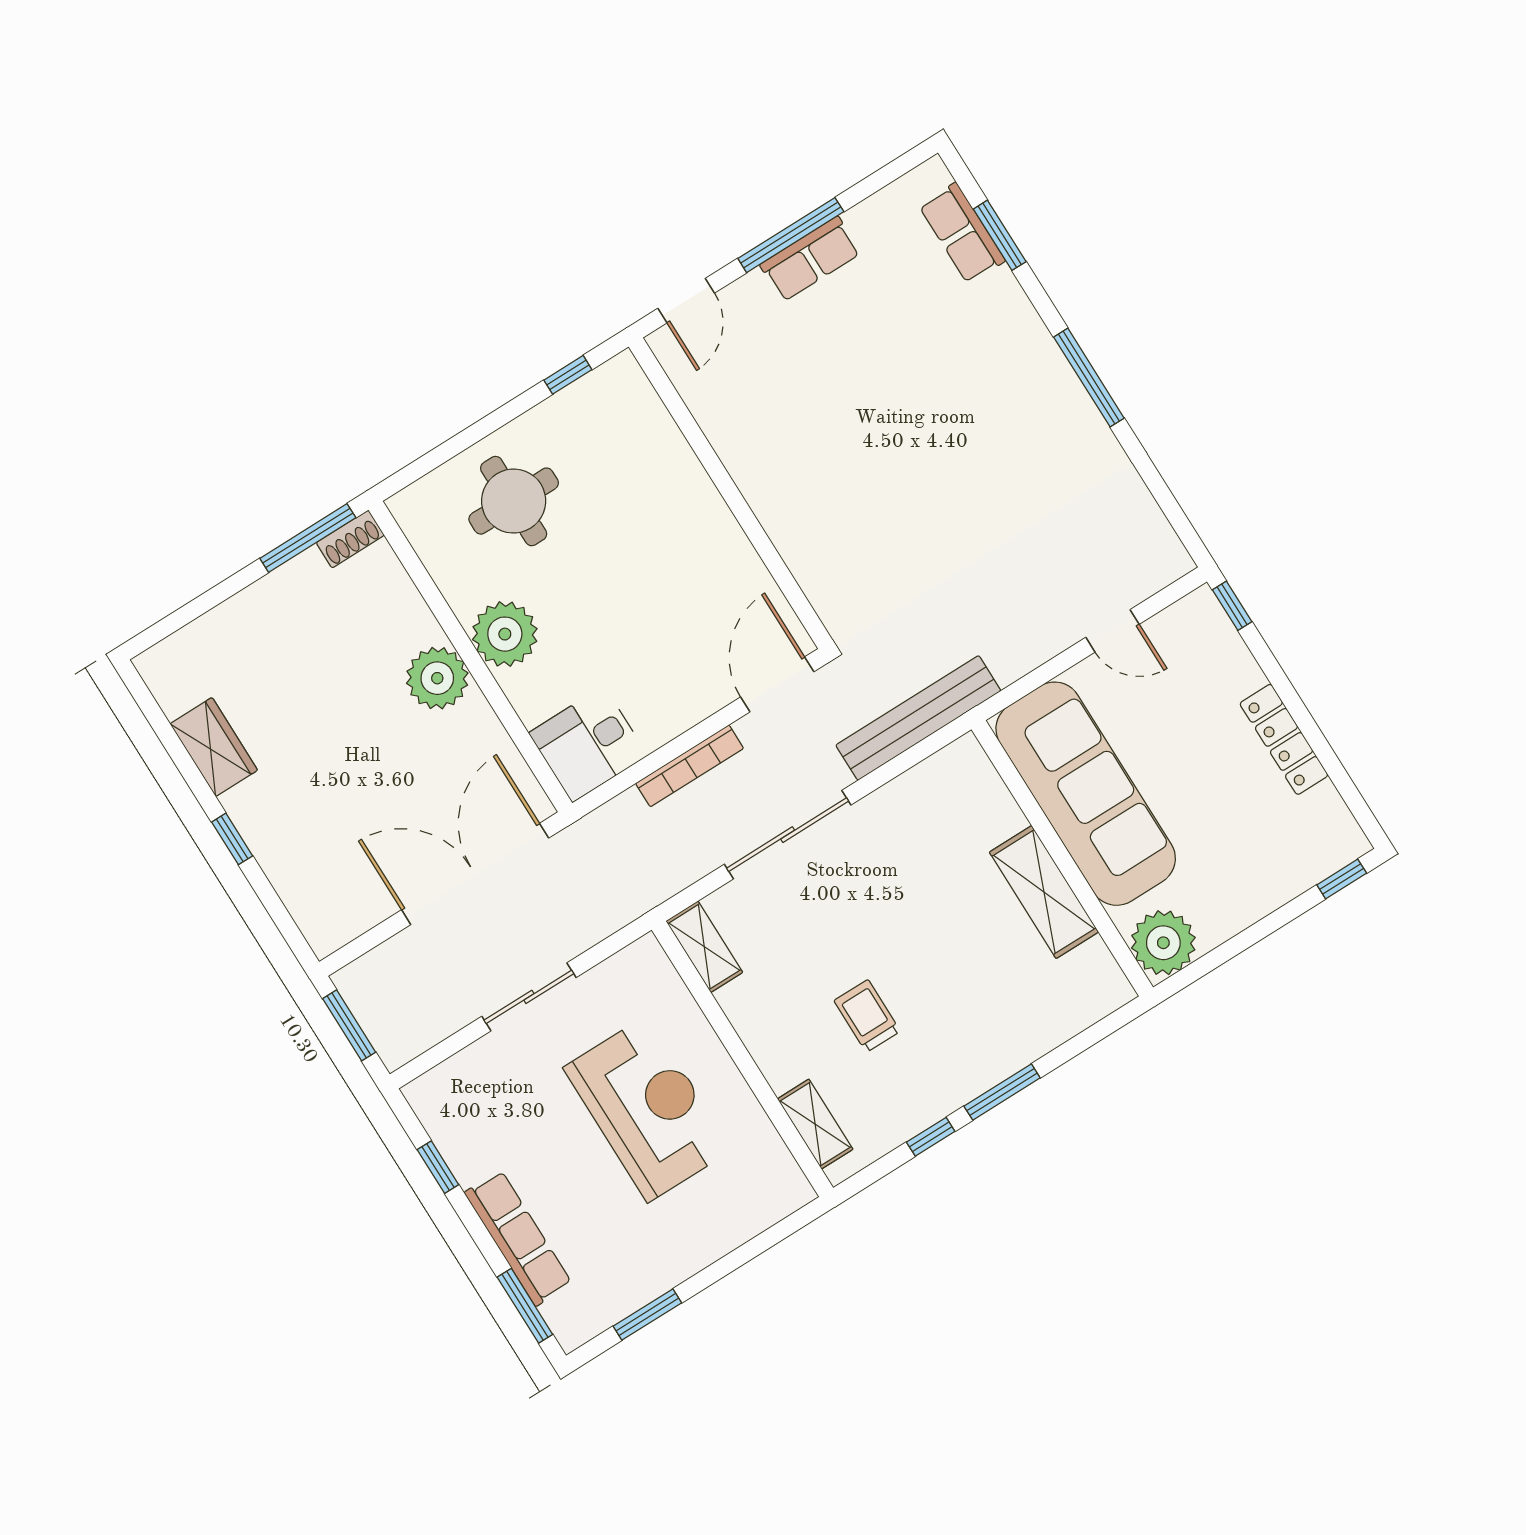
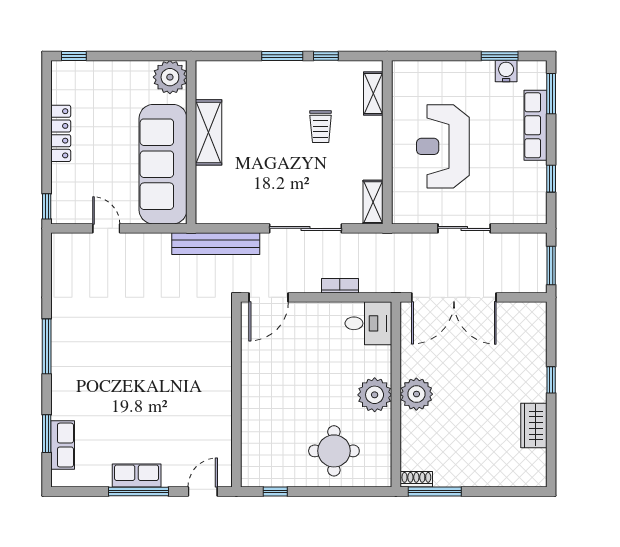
bookcase: (690, 766) -> (340, 286), width x0.64
water cooler: (622, 1296) -> (506, 71), added

